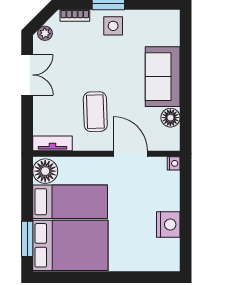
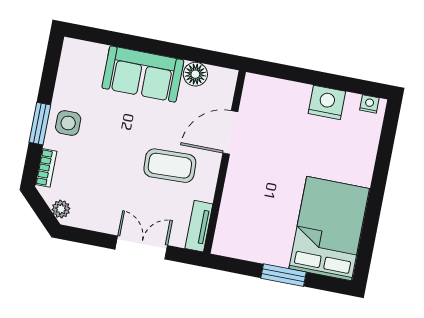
double door: (27, 75) -> (141, 247), moved
nightstand: (174, 163) -> (369, 104), moved
floor lamp: (45, 171) -> (231, 242), removed
bed: (70, 202) -> (275, 218), removed
window: (27, 239) -> (283, 275), moved

